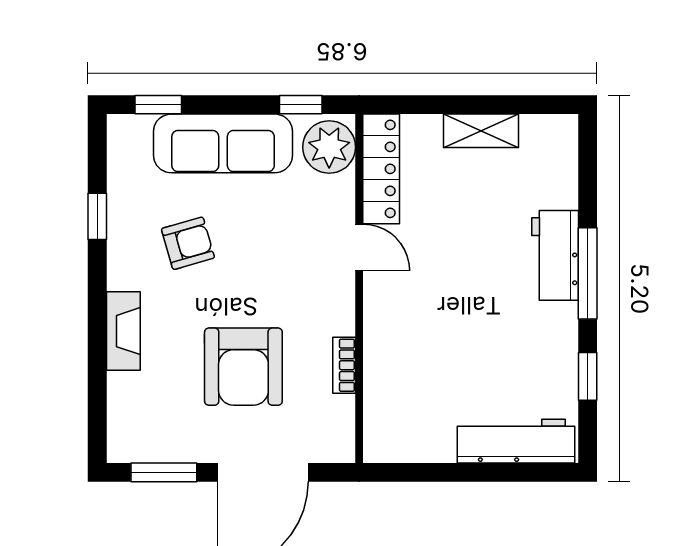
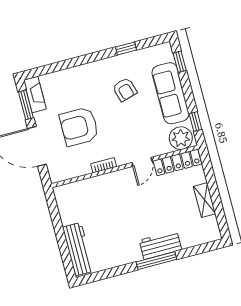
fireplace: (123, 331) -> (35, 94), moved, turned -90
bookcase: (344, 365) -> (104, 165), moved
window: (588, 376) -> (113, 272), removed

